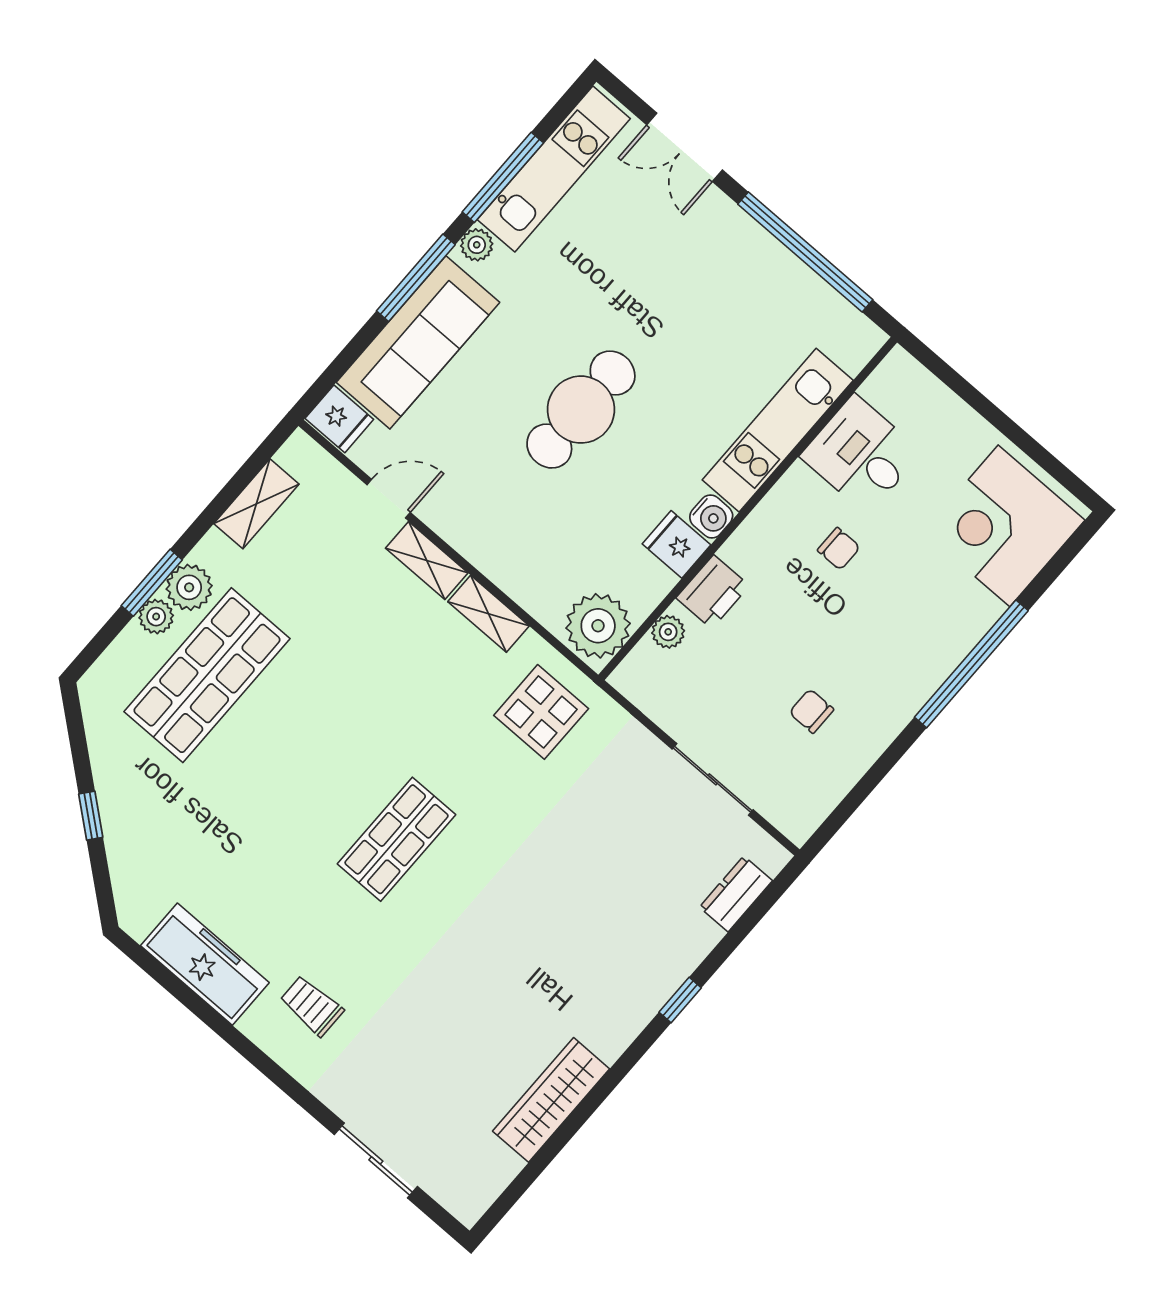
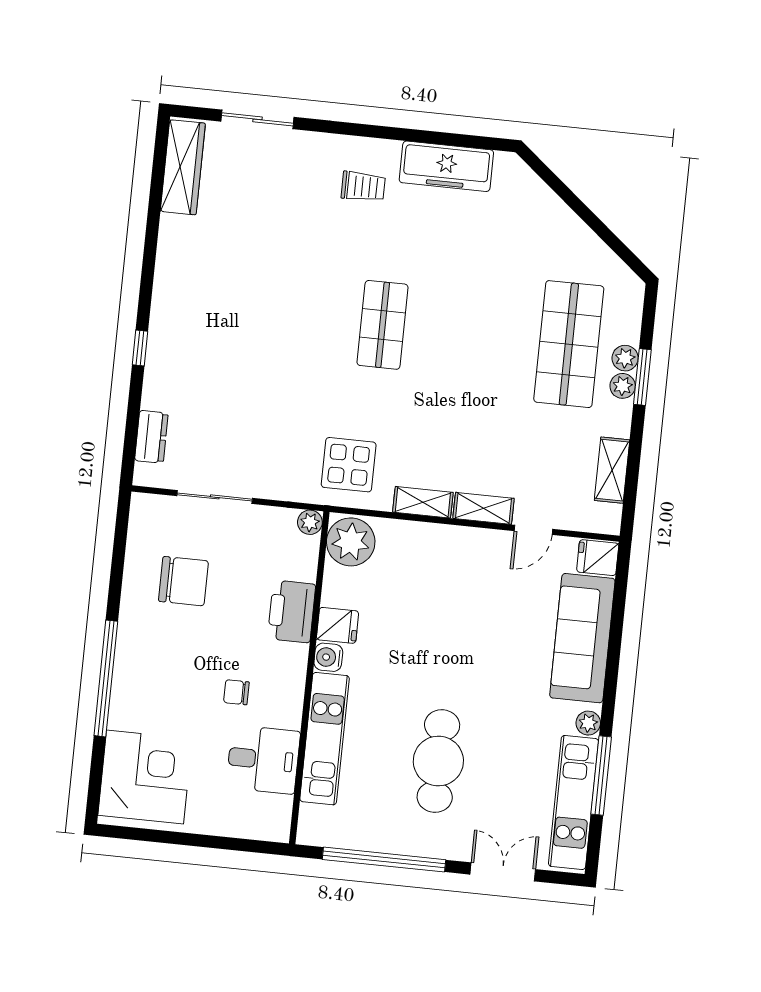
window: (416, 278) -> (611, 677), removed
cafe table: (581, 410) -> (438, 761), moved
plant: (189, 587) -> (623, 386), width x0.73, depth x0.73
printer: (713, 592) -> (292, 611), width x1.37, depth x1.19
plant: (668, 632) -> (310, 522), moved
chair: (811, 711) -> (184, 581), width x1.87, depth x1.87
window: (91, 816) -> (580, 208), removed
wardrobe: (551, 1100) -> (183, 167), moved

